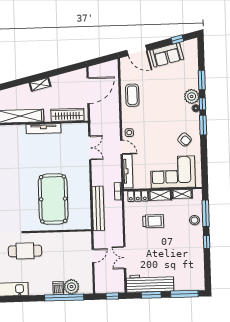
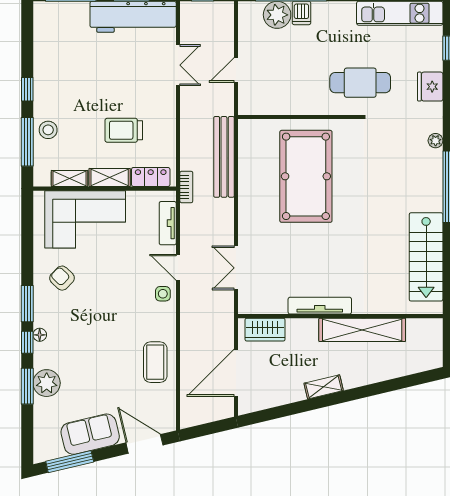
window: (177, 39) -> (70, 462), width x2.17
plant: (192, 96) -> (47, 383), moved
wardrobe: (67, 115) -> (265, 330), width x0.67
tv unit: (128, 171) -> (168, 223), width x0.71

